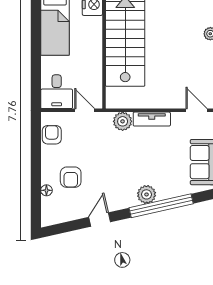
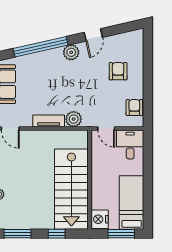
armchair: (52, 135) -> (134, 108), turned 180
floor lamp: (46, 190) -> (139, 60), removed
plant: (147, 194) -> (71, 52), moved

